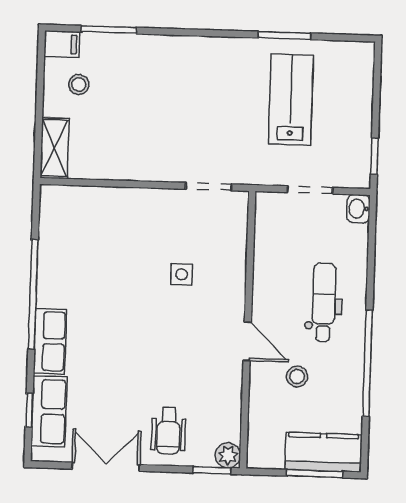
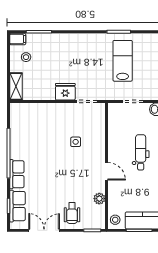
fridge: (163, 164) -> (65, 92), added
stool: (297, 376) -> (115, 220), moved
plant: (228, 455) -> (99, 199), moved

